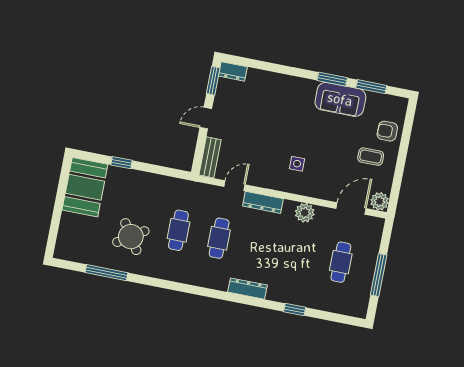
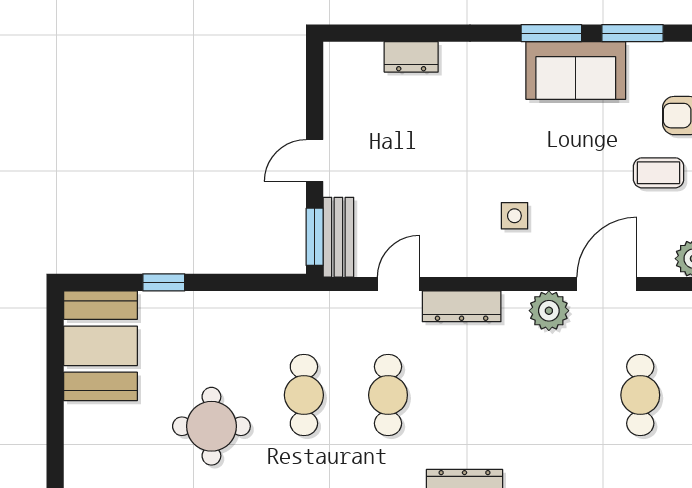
dresser: (233, 71) -> (411, 57), moved
window: (213, 81) -> (315, 237), moved
door: (351, 209) -> (607, 284), moved
round table: (131, 237) -> (211, 426), turned 33

